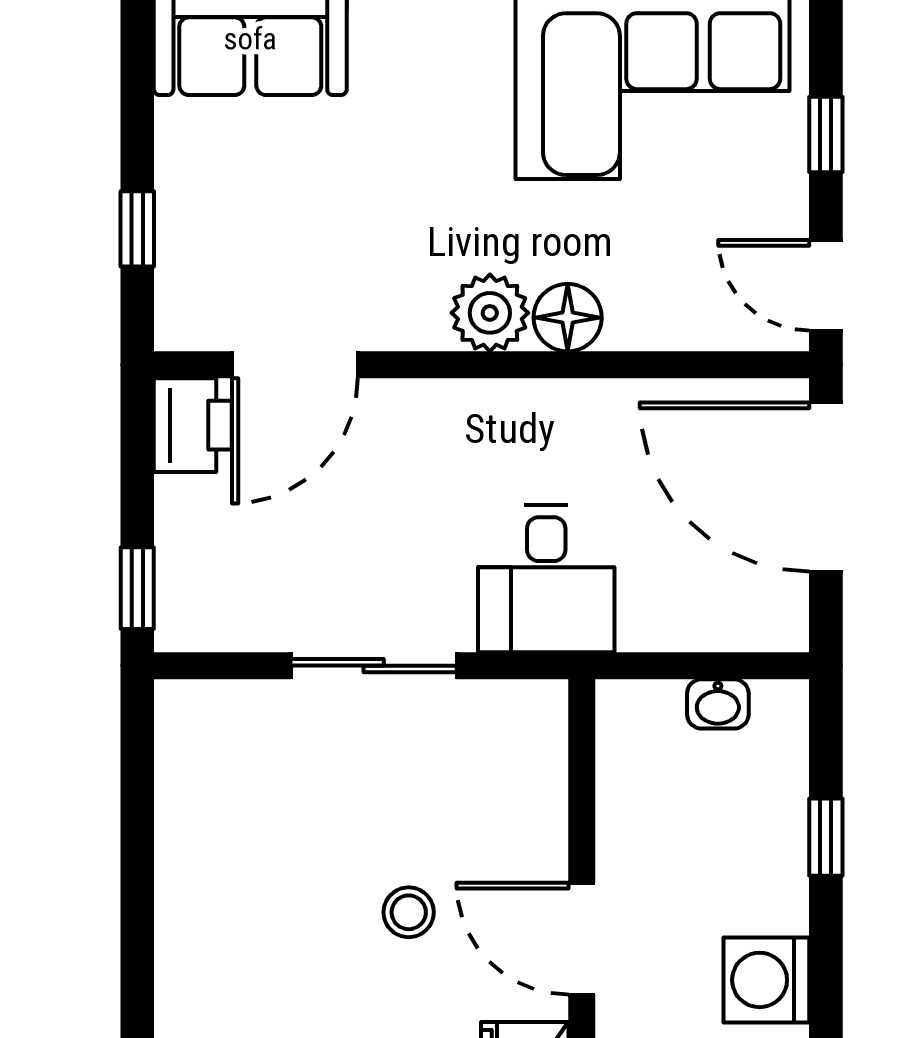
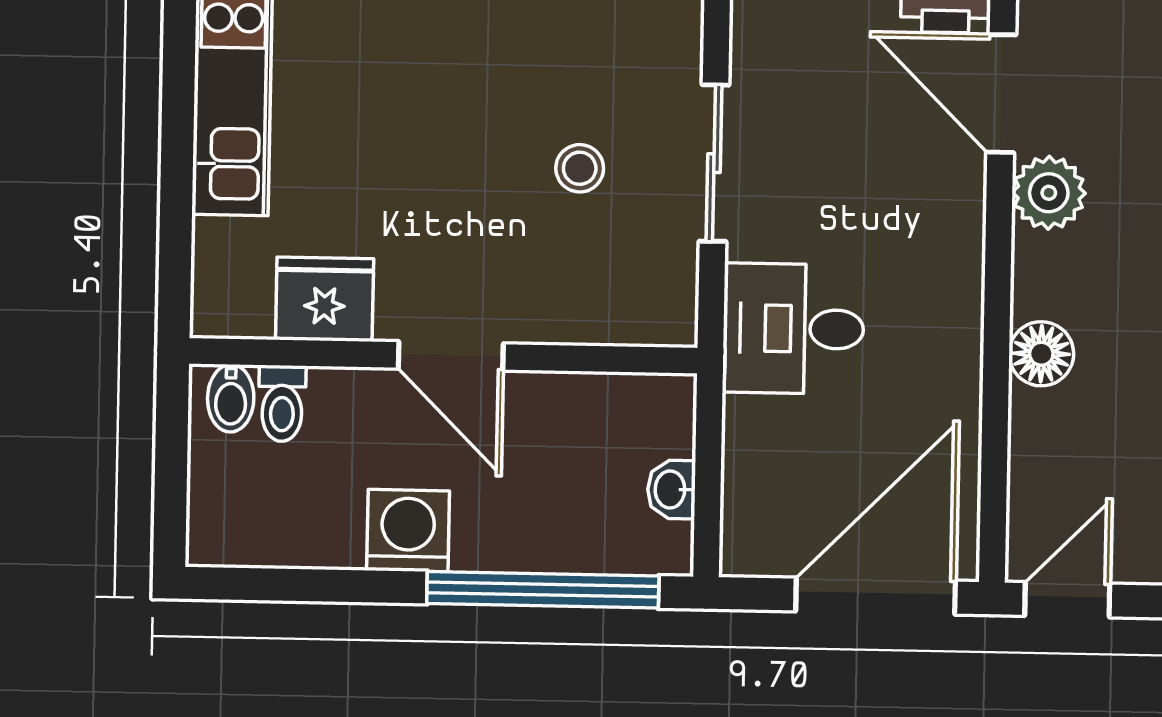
plant: (490, 313) -> (1049, 193), moved
window: (826, 837) -> (543, 590), width x3.17
stool: (409, 912) -> (580, 168), moved
door: (582, 939) -> (451, 356), swing flipped

